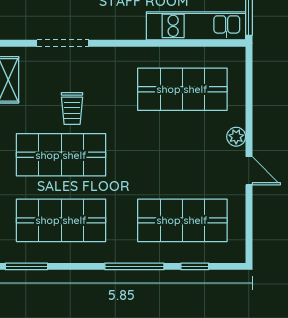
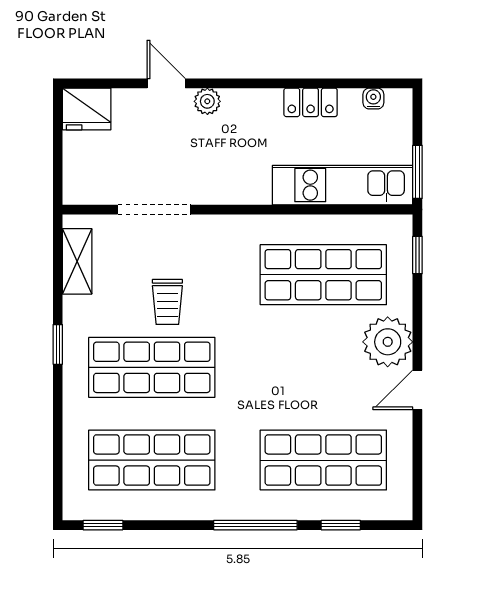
window: (249, 75) -> (417, 255), added
plant: (236, 137) -> (388, 342), width x1.87, depth x1.87
door: (249, 171) -> (417, 390), swing flipped
window: (26, 266) -> (103, 525), width x0.67

